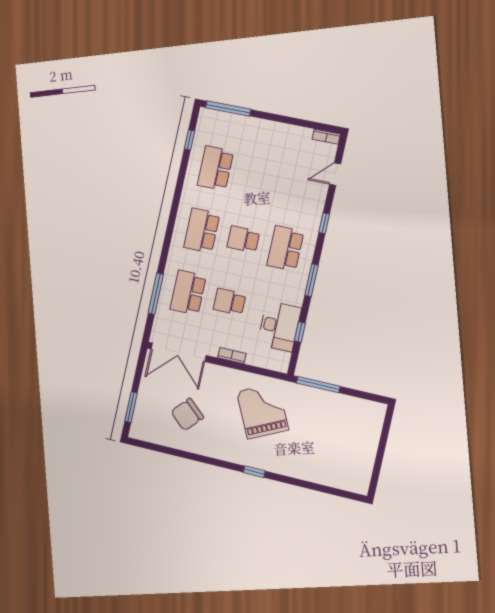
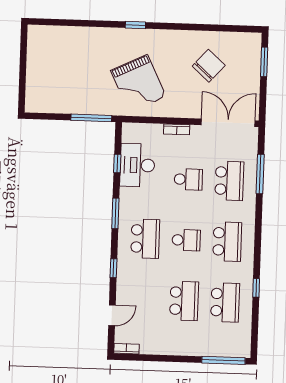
window: (189, 140) -> (256, 288), moved
school desk: (257, 177) -> (184, 301), added

